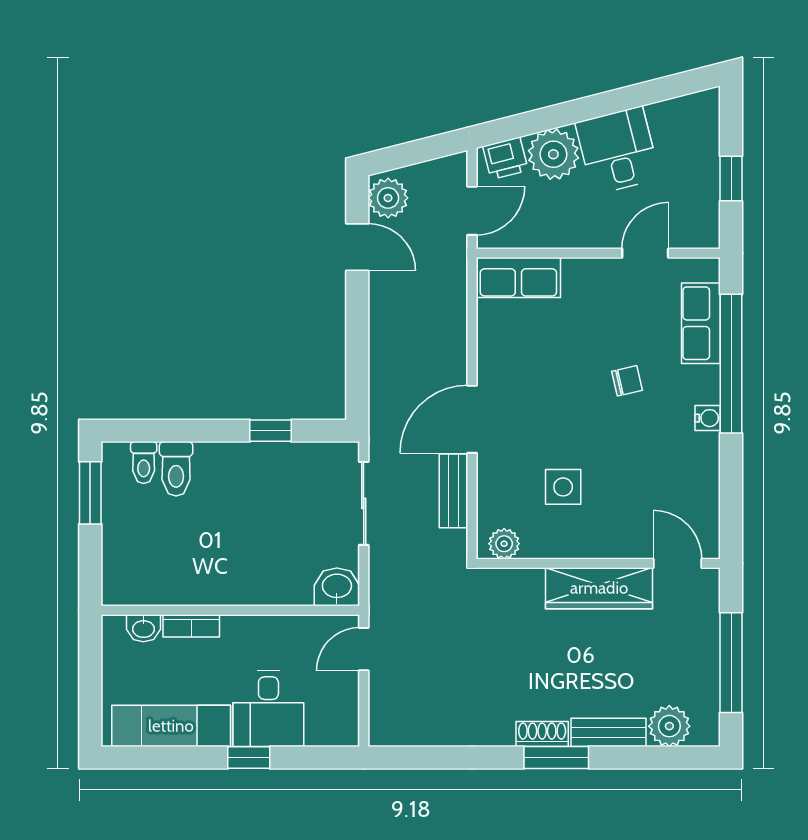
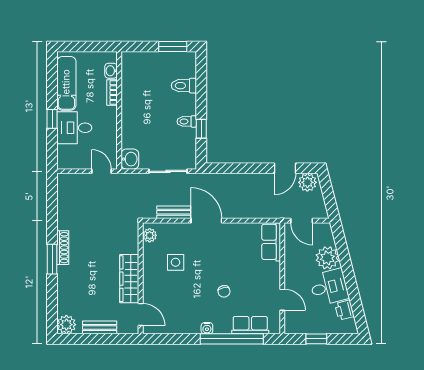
printer: (505, 158) -> (344, 310), moved
toilet: (144, 463) -> (187, 121), moved
door: (678, 563) -> (141, 314), hinge flipped
window: (731, 663) -> (95, 339), removed
plant: (669, 726) -> (66, 325), moved
bench: (608, 732) -> (100, 327), moved, turned 90
shoe rack: (542, 734) -> (63, 248), width x1.43

